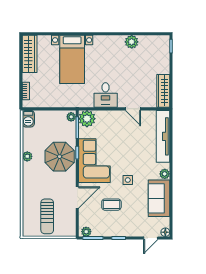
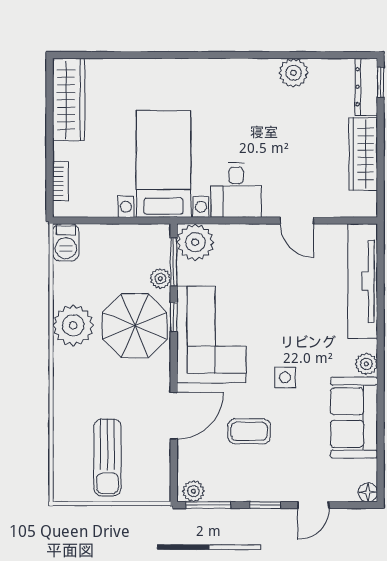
dresser: (165, 48) -> (366, 87), added
bed with nightstands: (72, 59) -> (163, 164), moved, turned 180
wardrobe: (163, 91) -> (363, 154), moved
plant: (71, 117) -> (160, 279), moved
plant: (27, 156) -> (73, 325), width x1.88, depth x1.88
door: (151, 238) -> (313, 505), moved

